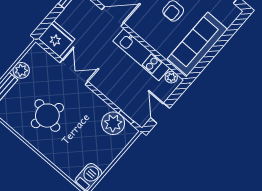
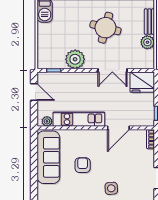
plant: (113, 123) -> (75, 59), moved

